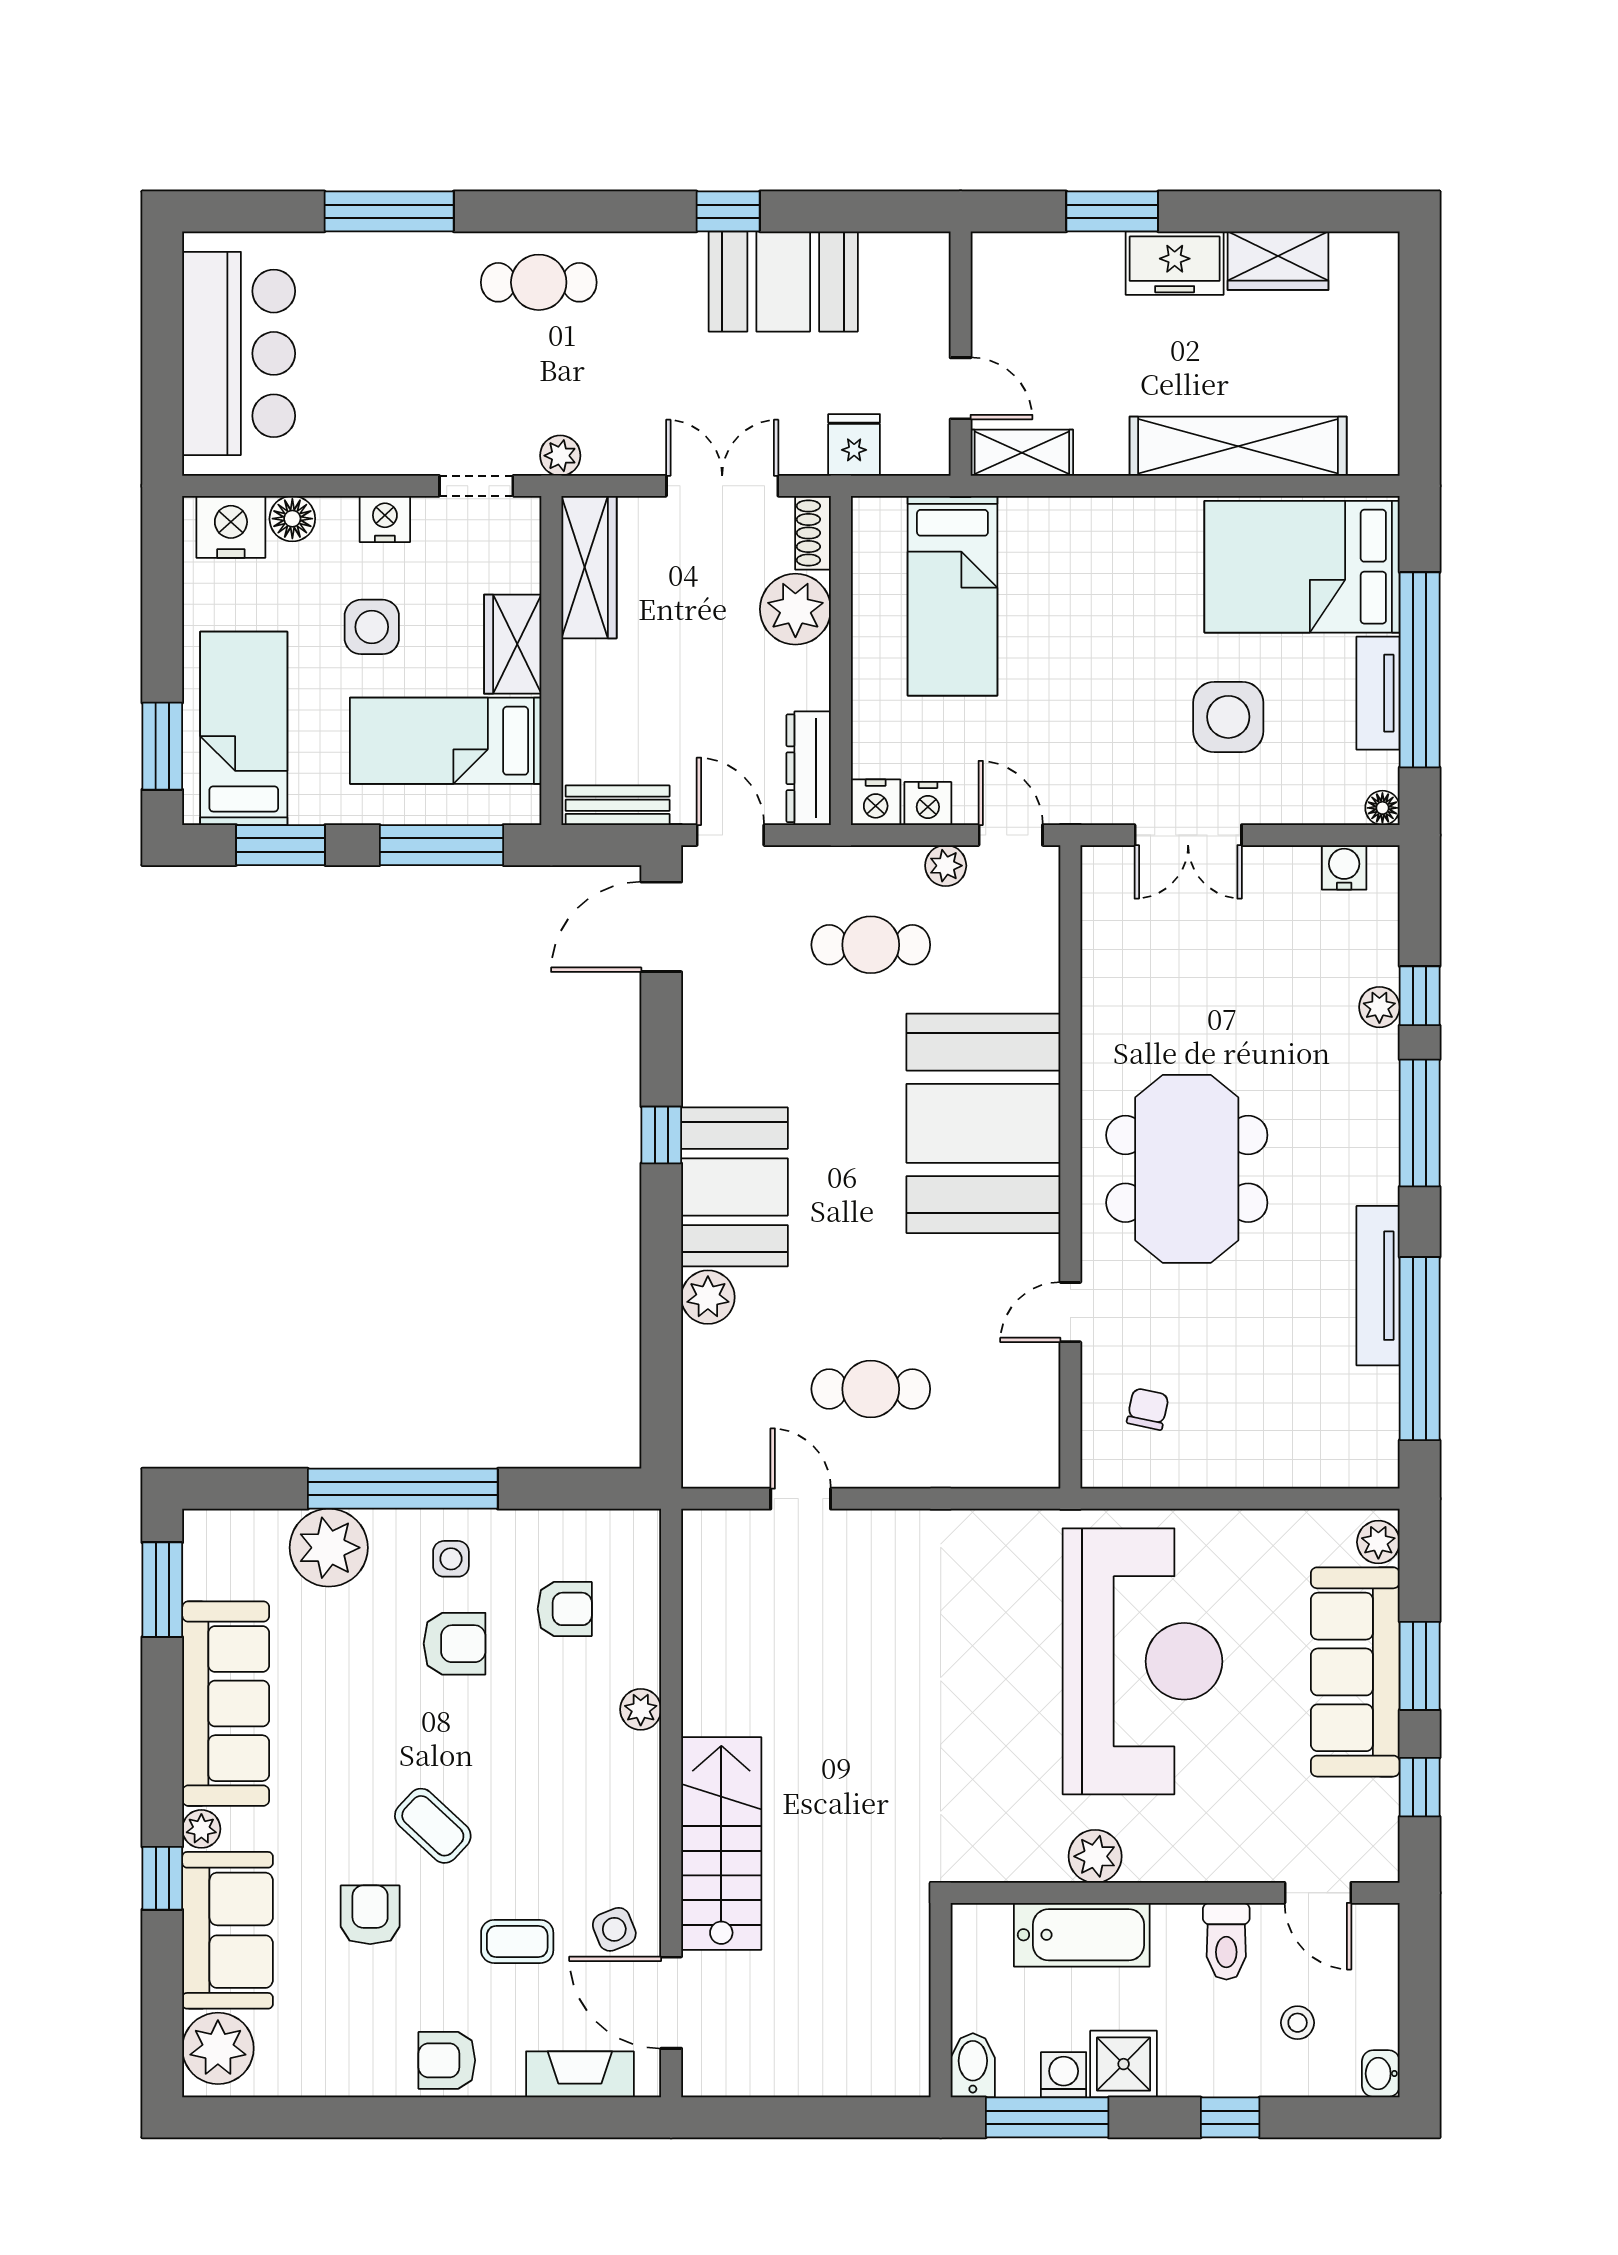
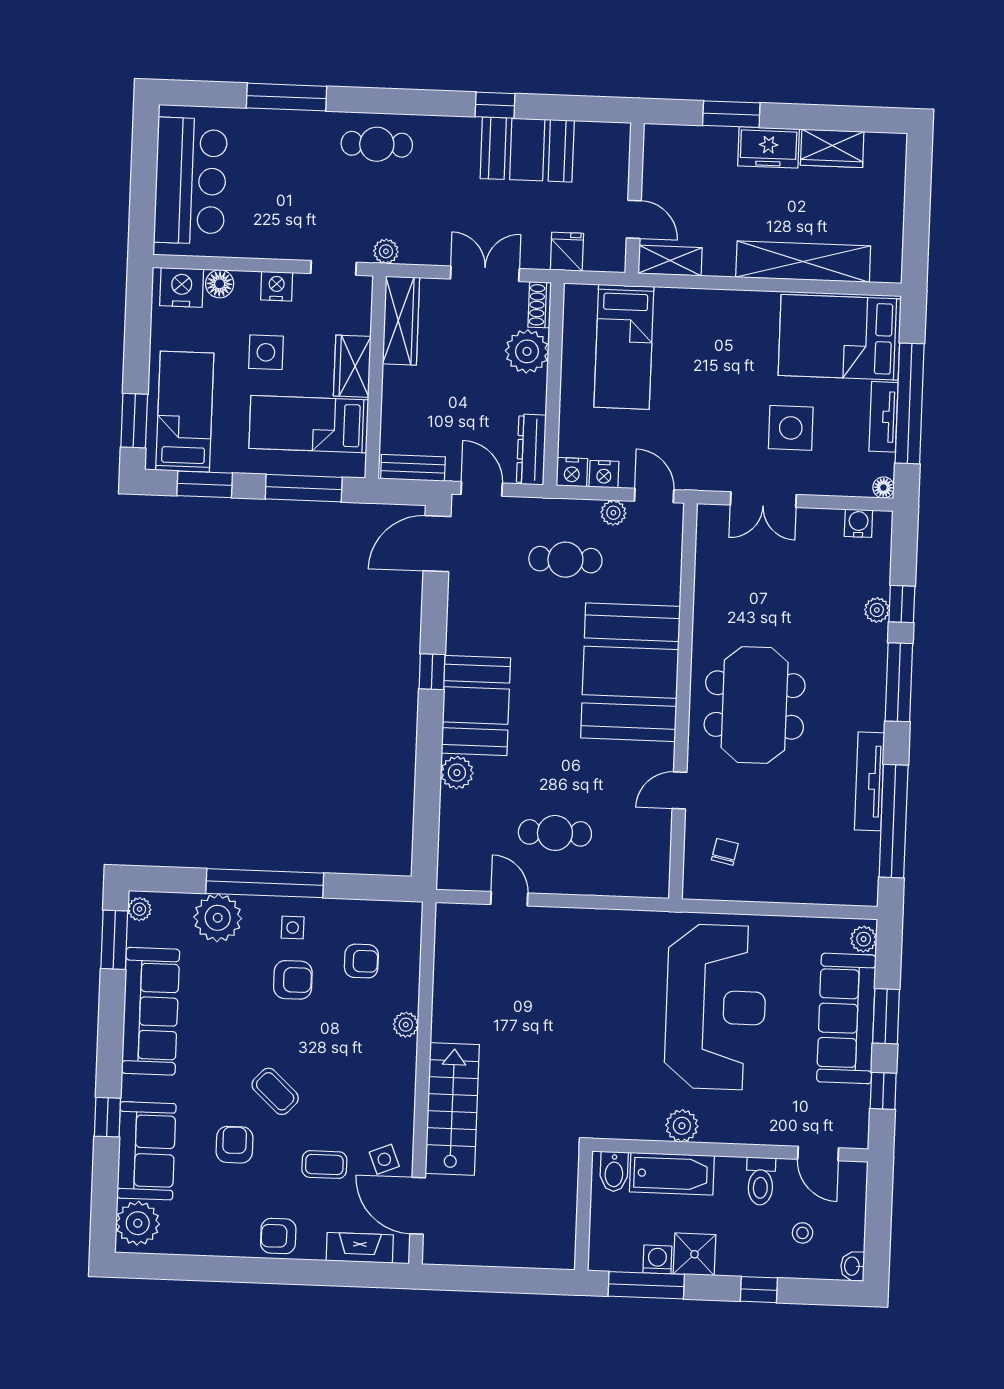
plant: (201, 1829) -> (139, 909), moved
bidet: (973, 2065) -> (614, 1172), moved, turned 180

